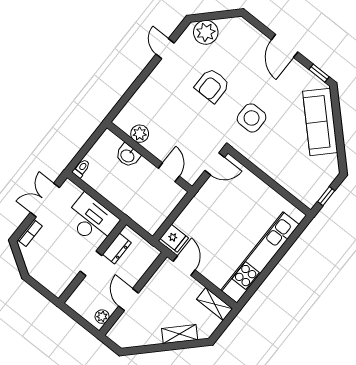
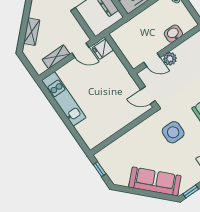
plant: (140, 134) -> (170, 59), moved
door: (215, 164) -> (148, 95), hinge flipped
kitchen unit: (260, 257) -> (64, 99), width x0.73
shelving: (215, 304) -> (56, 57), moved

